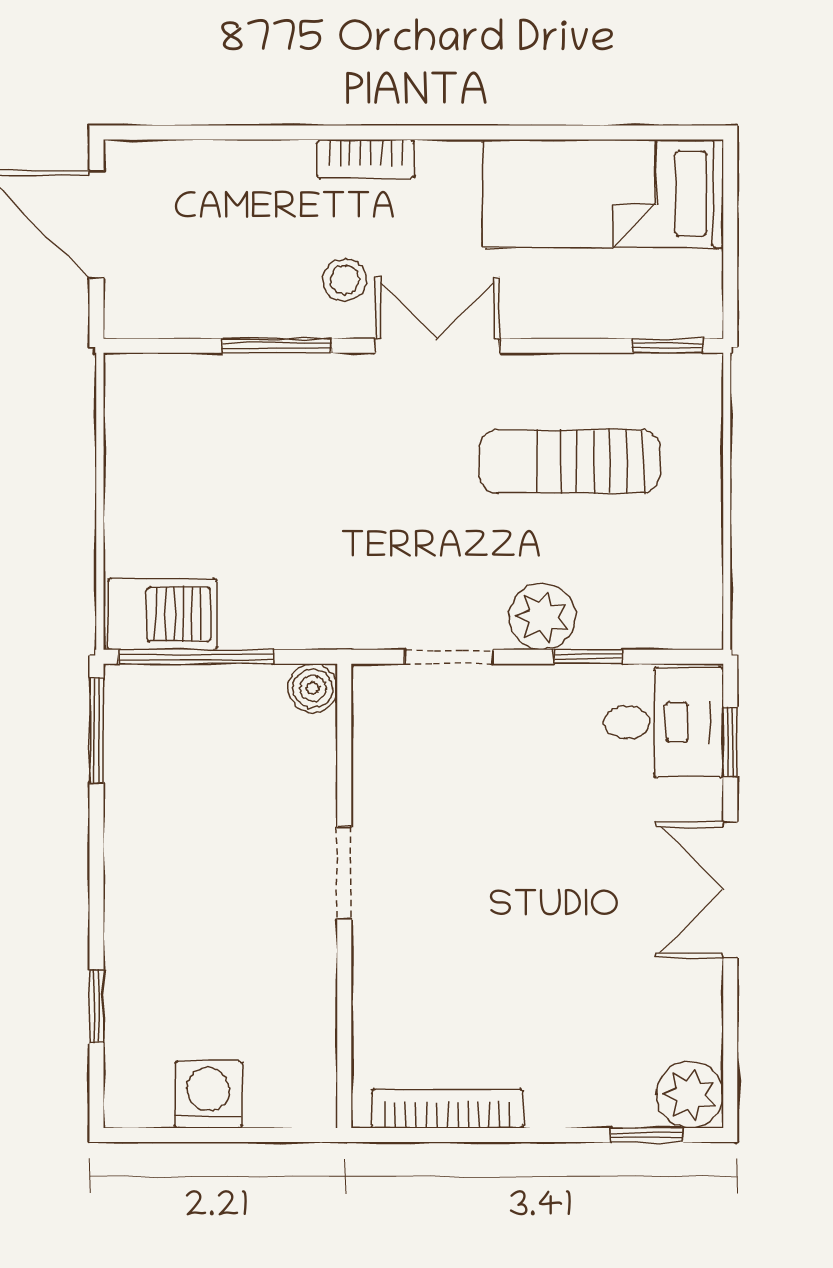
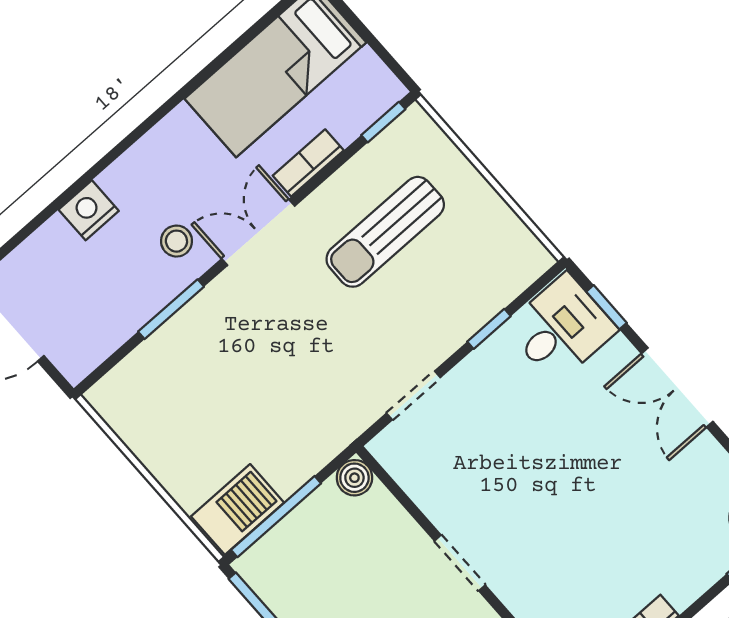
bookcase: (366, 159) -> (308, 163), moved, turned 180
nightstand: (282, 168) -> (89, 210), added
plant: (542, 617) -> (445, 329), removed

